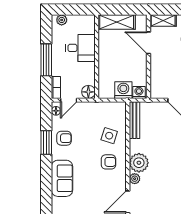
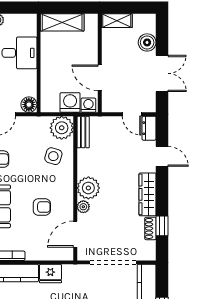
door: (149, 43) -> (100, 78), moved
plant: (116, 112) -> (62, 128), added
bench: (134, 120) -> (83, 132), width x0.73
armchair: (109, 162) -> (42, 207), moved

